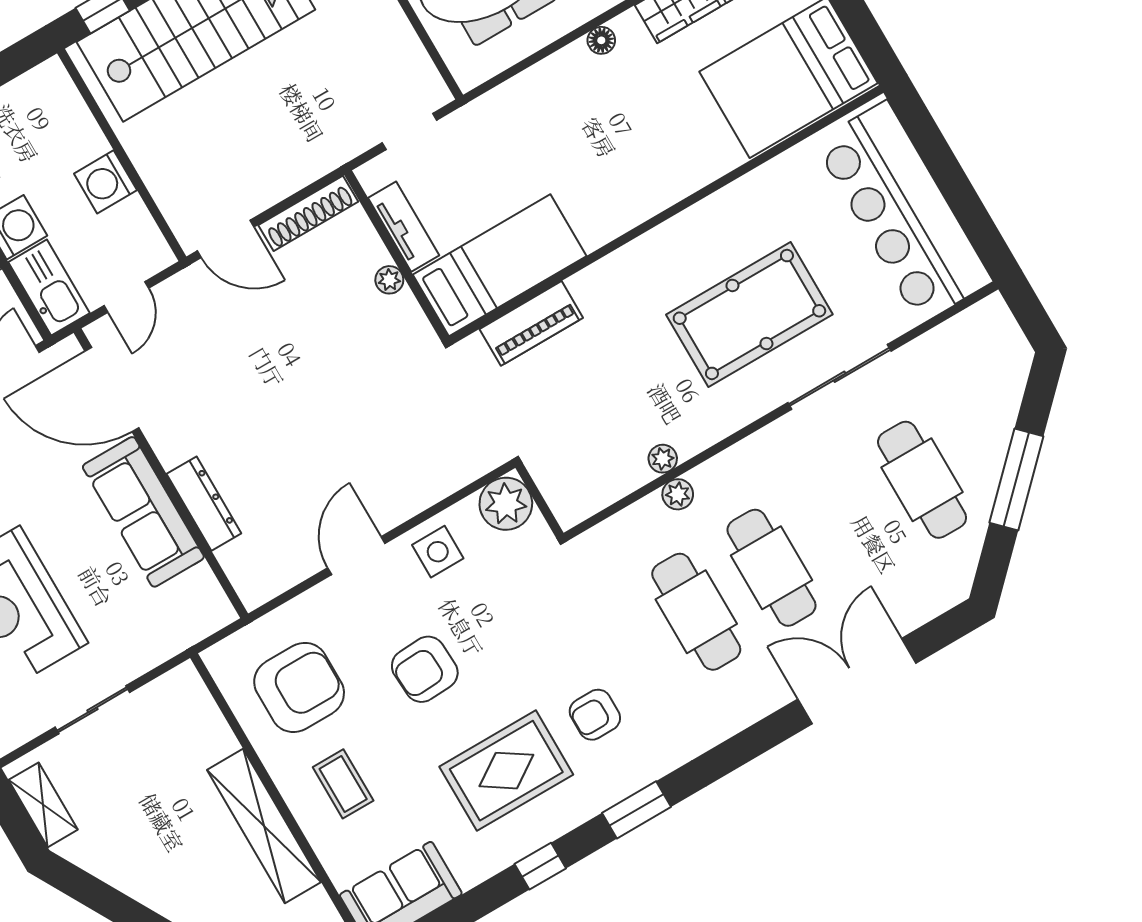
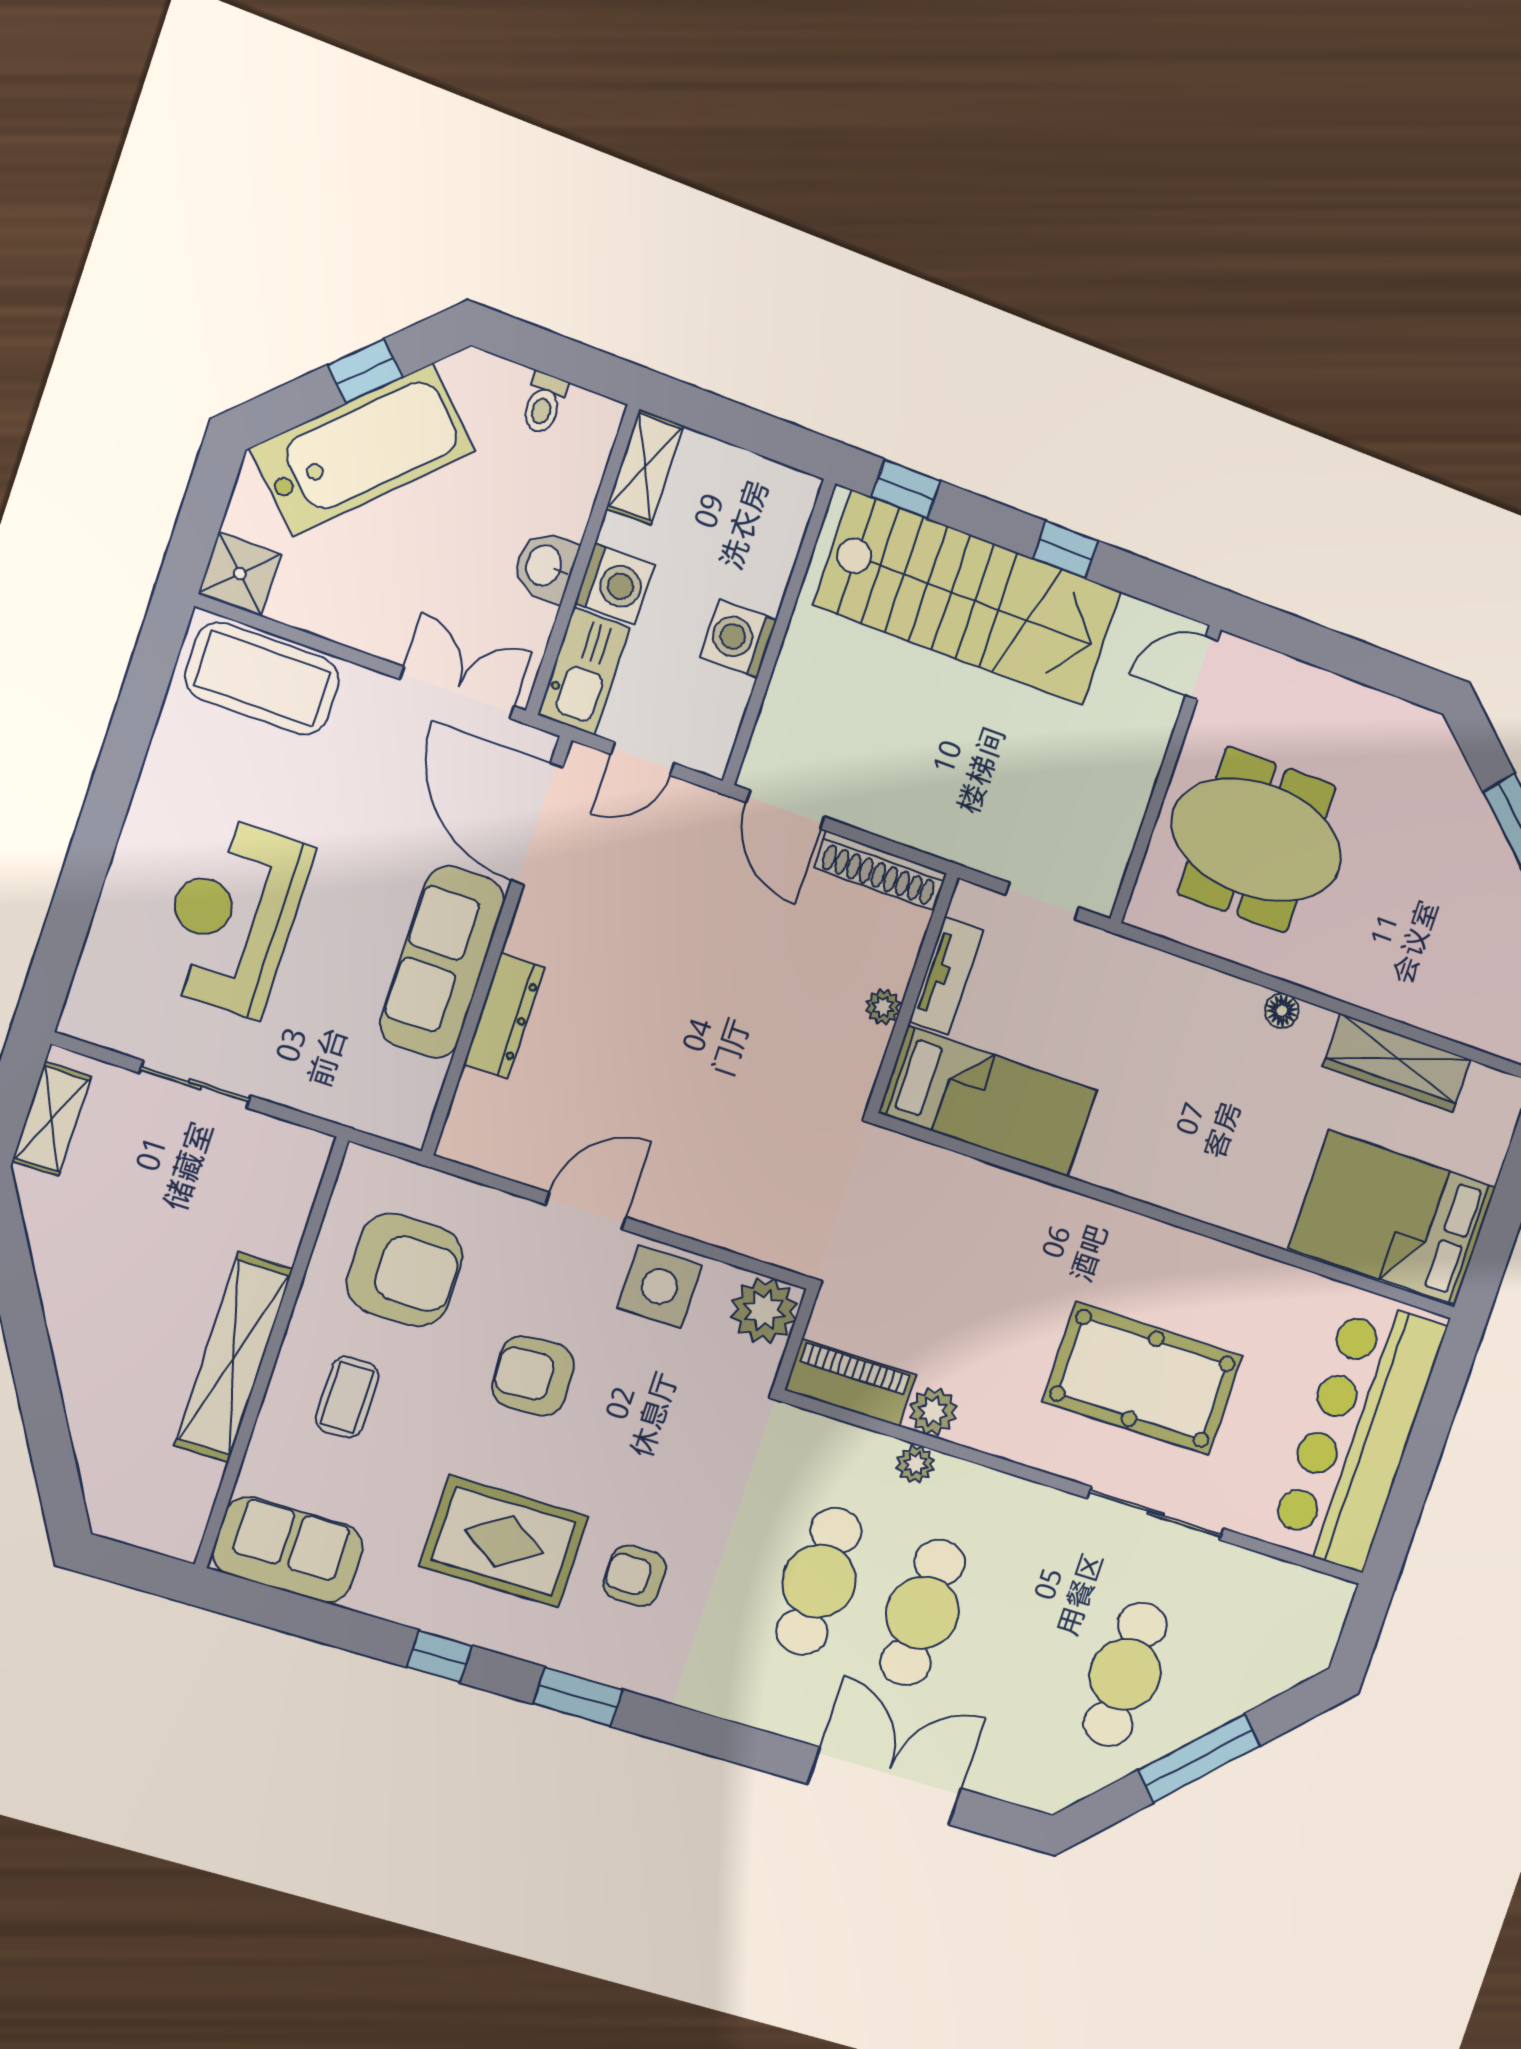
piano: (531, 323) -> (850, 1382), moved, turned 180
plant: (663, 459) -> (933, 1411), width x1.38, depth x1.38
side table: (438, 552) -> (660, 1286), width x1.37, depth x1.37

